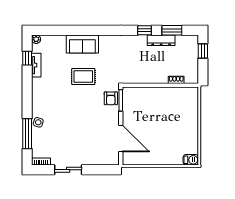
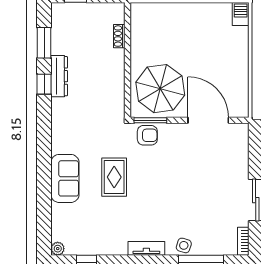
dresser: (161, 40) -> (59, 76), moved
tv unit: (36, 65) -> (146, 248), moved
parasol: (142, 107) -> (160, 89), added
door: (121, 138) -> (208, 120), hinge flipped

